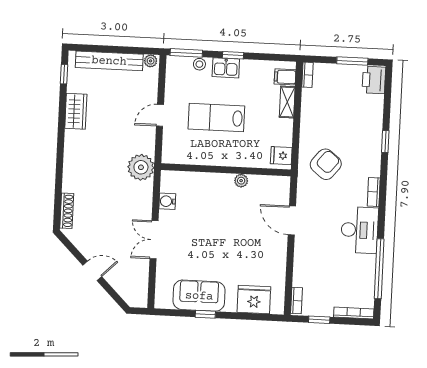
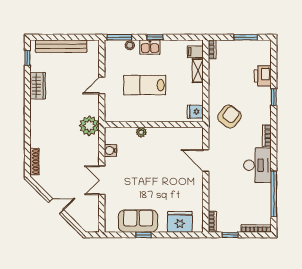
plant: (151, 61) -> (93, 45), removed
printer: (374, 80) -> (263, 76), moved
plant: (241, 181) -> (141, 132), moved

